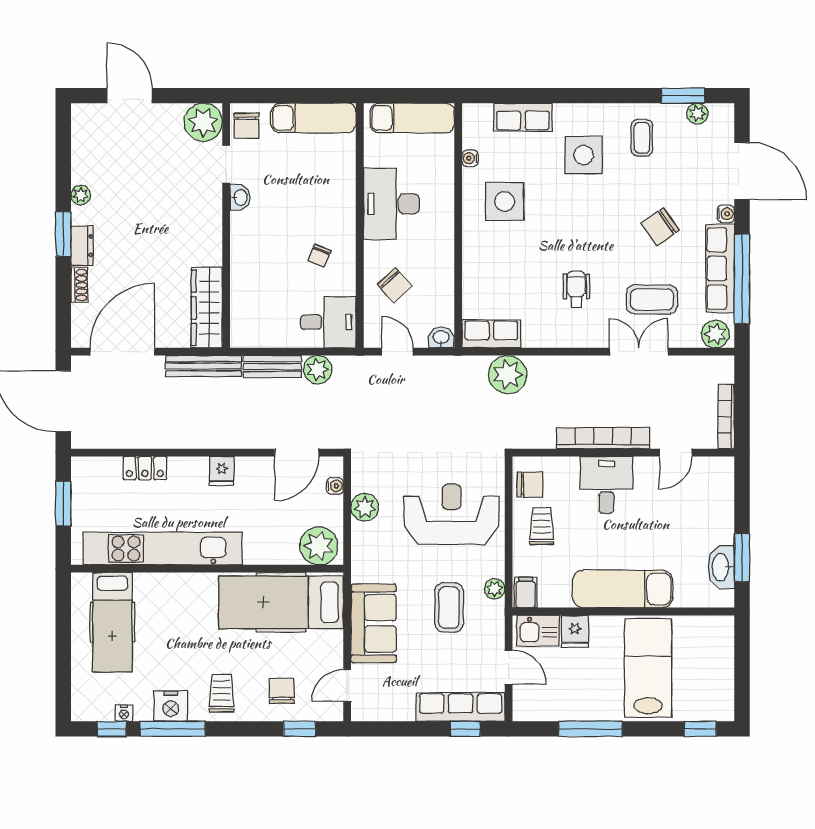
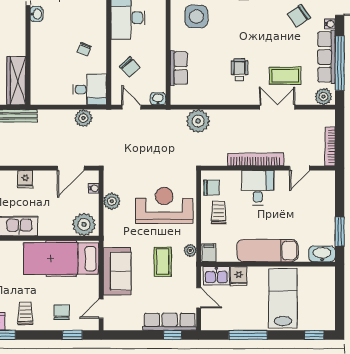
chair: (660, 227) -> (299, 16), moved
row of seats: (491, 334) -> (179, 68), moved, turned 90
bench: (272, 367) -> (56, 116), removed
washbasin: (721, 567) -> (322, 254), moved, turned 90

